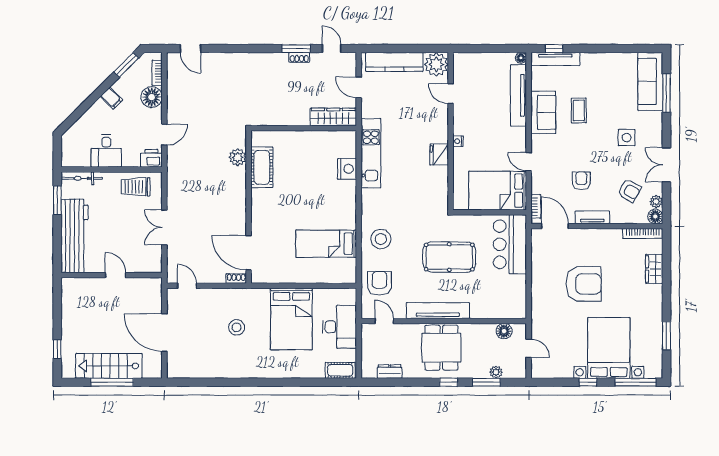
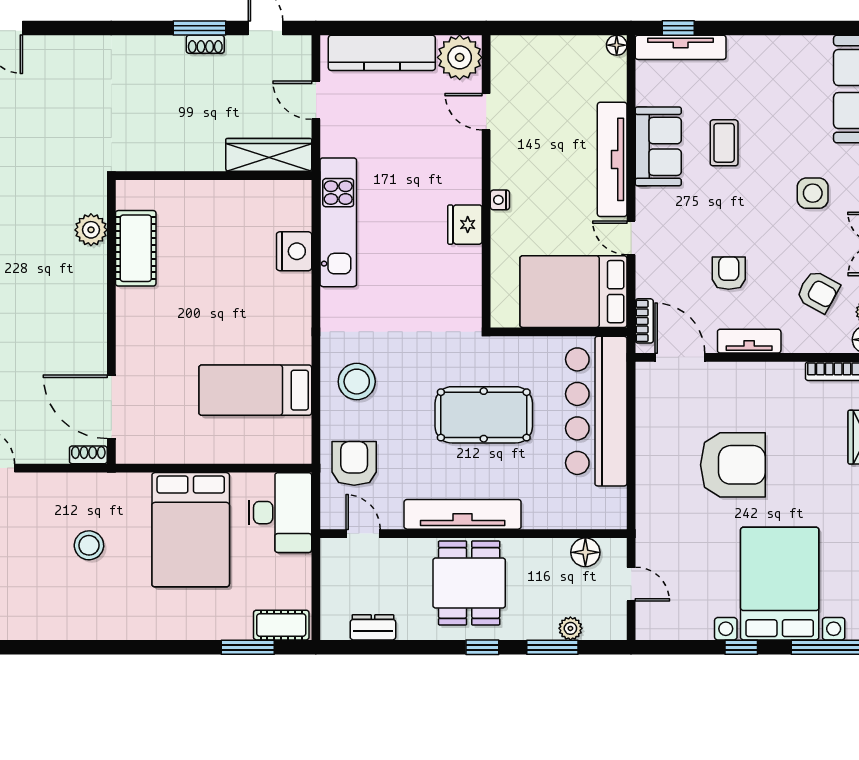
tv unit: (518, 95) -> (612, 159), moved
bar counter: (510, 244) -> (596, 411), width x1.36
desk: (340, 327) -> (280, 513), moved
window: (322, 382) -> (248, 647), added

